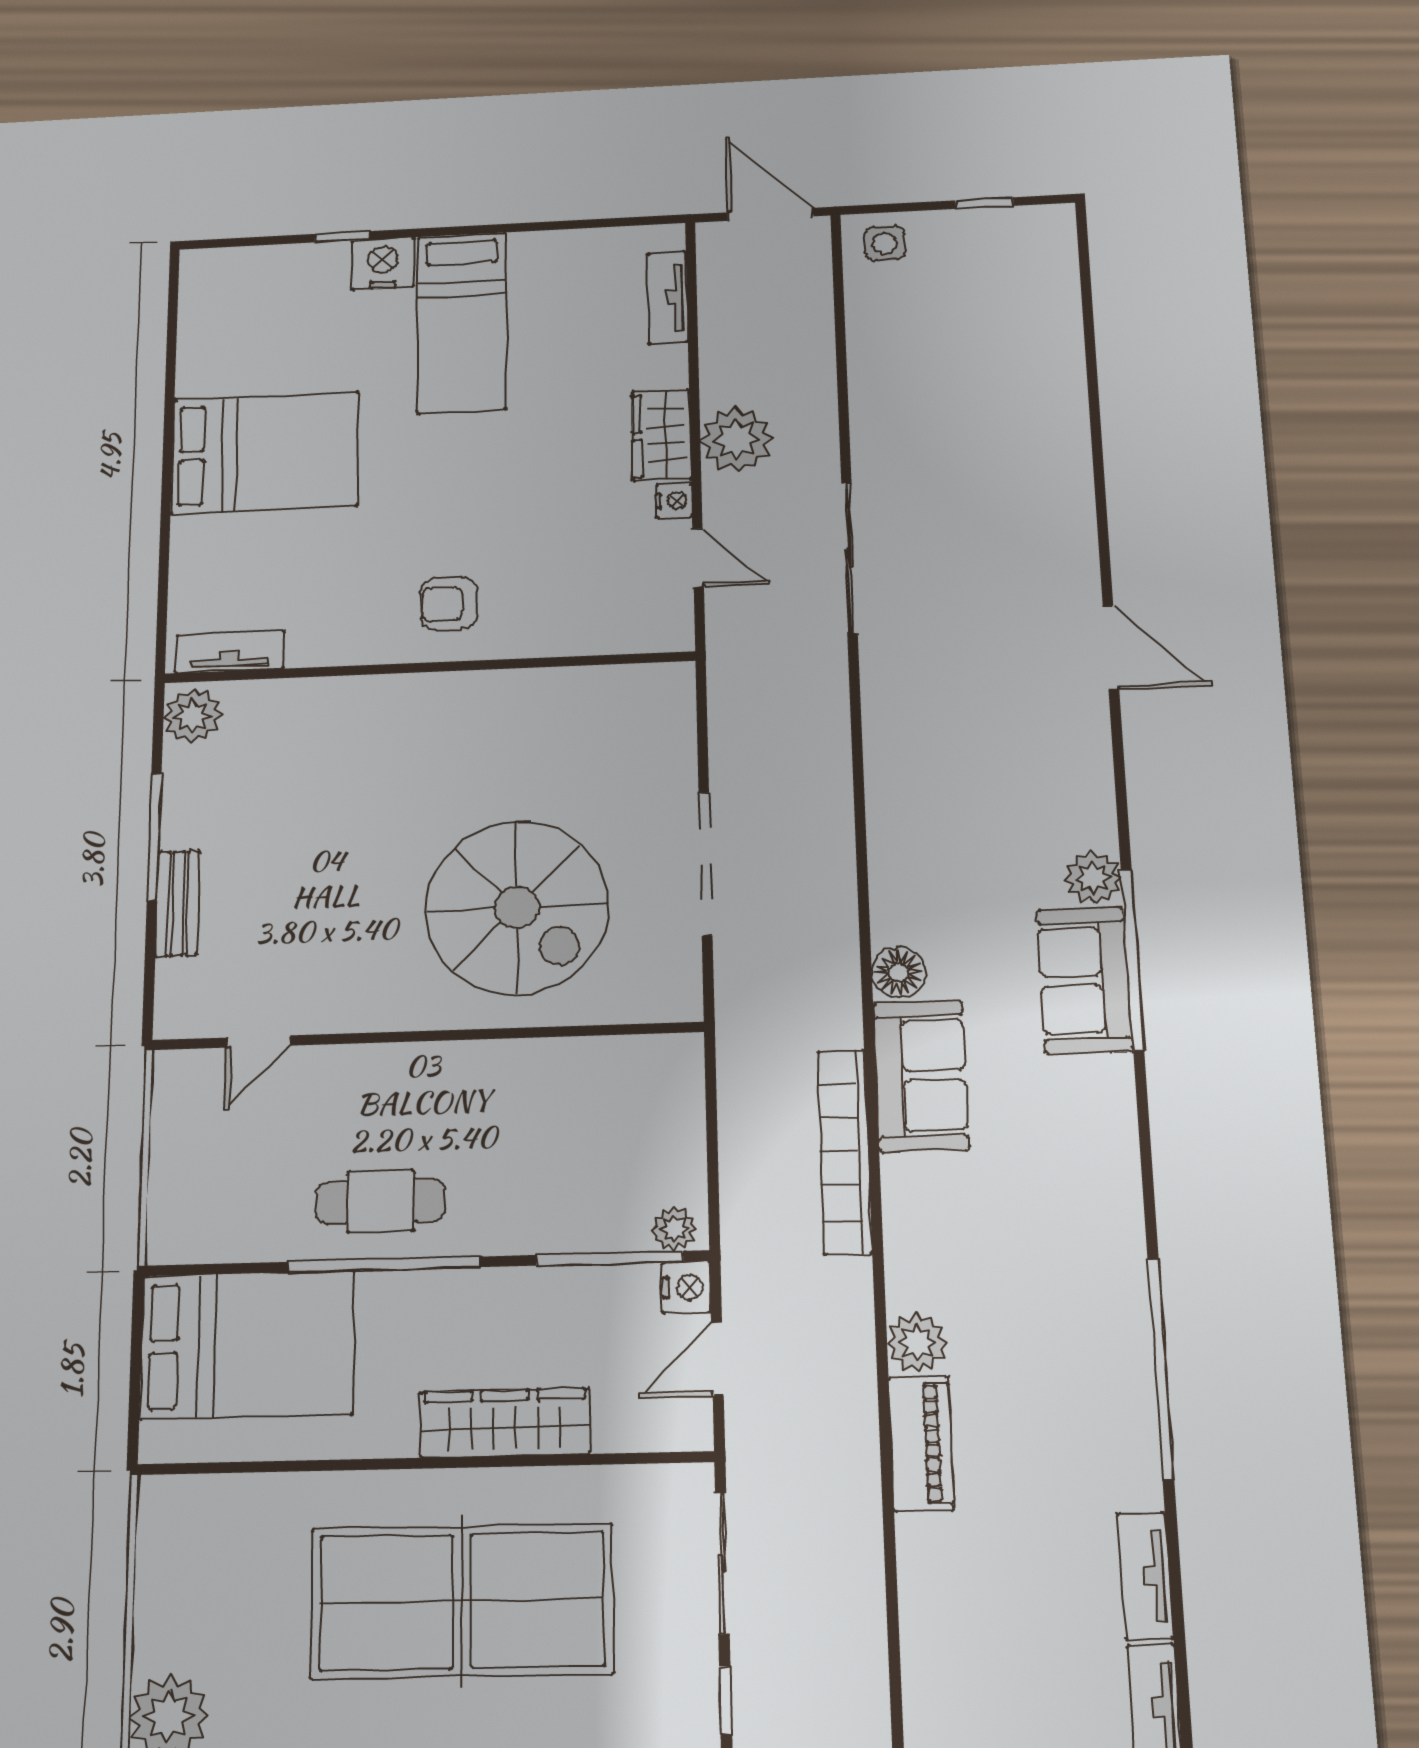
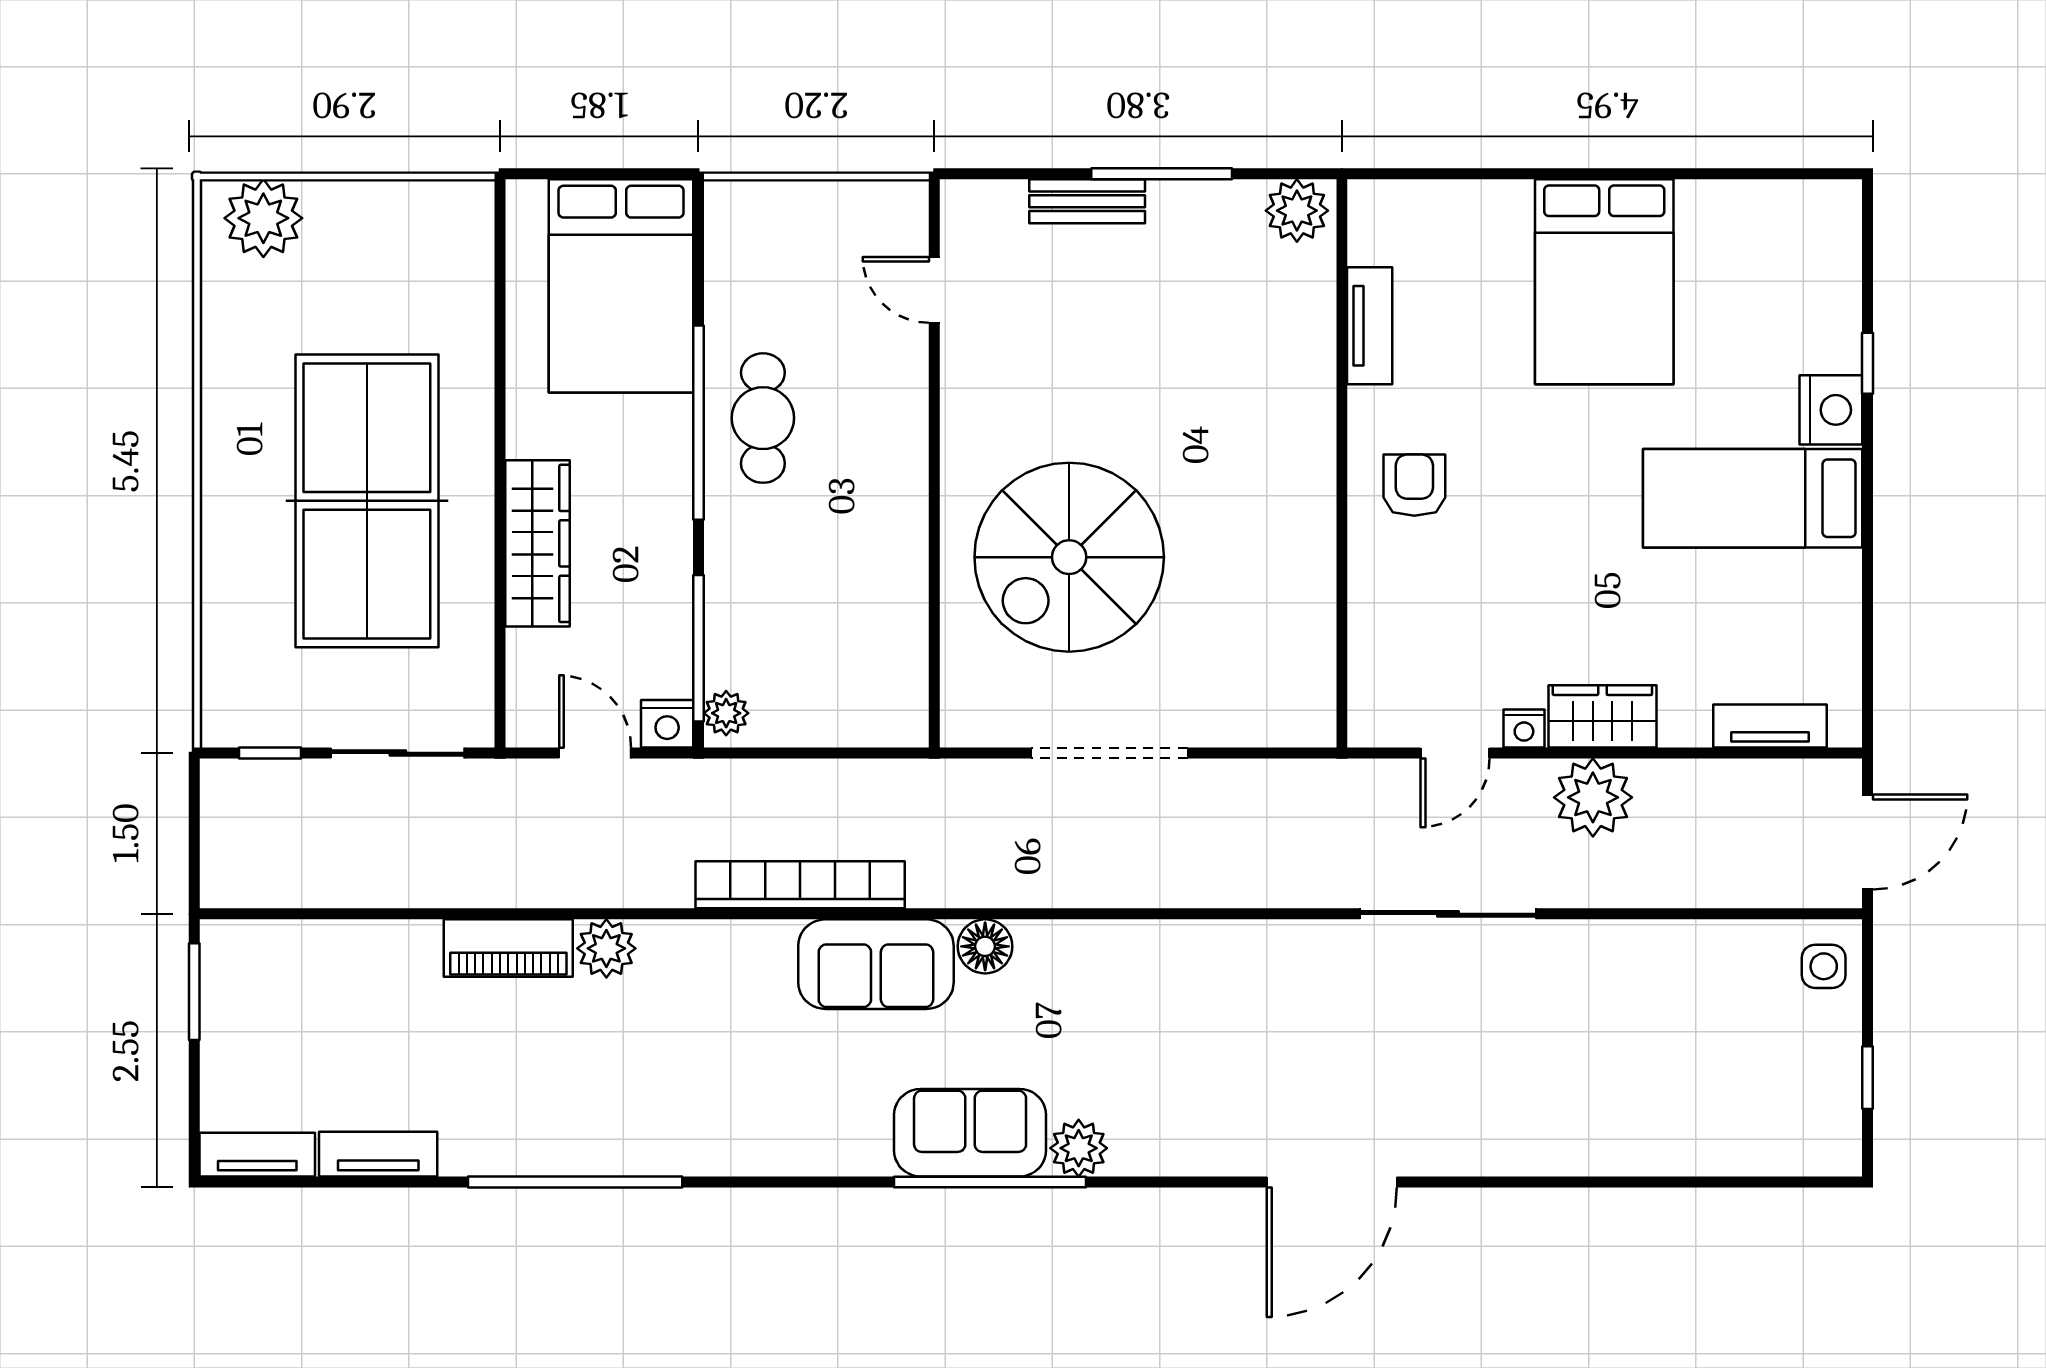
door: (1111, 648) -> (1332, 1182), width x1.36
tv unit: (230, 652) -> (1370, 326), moved

